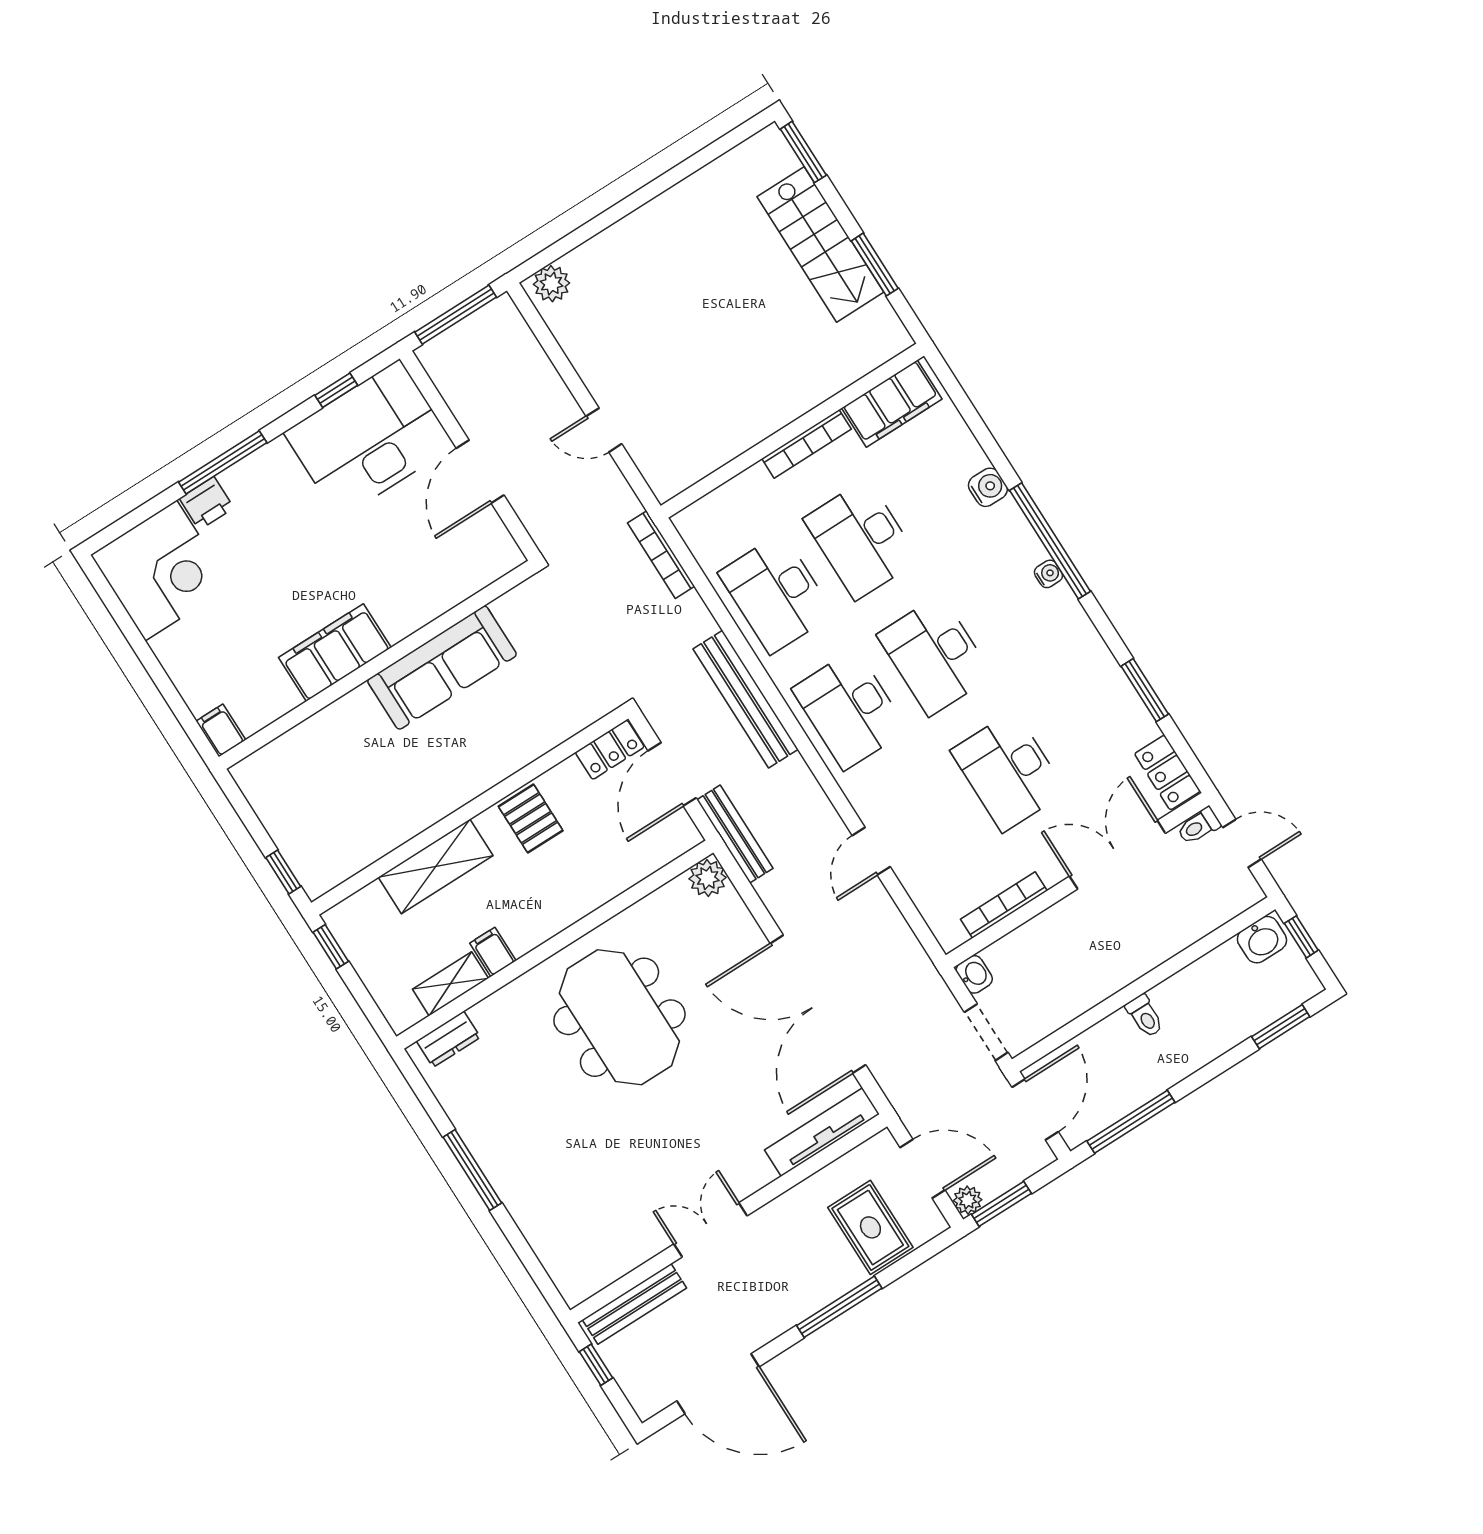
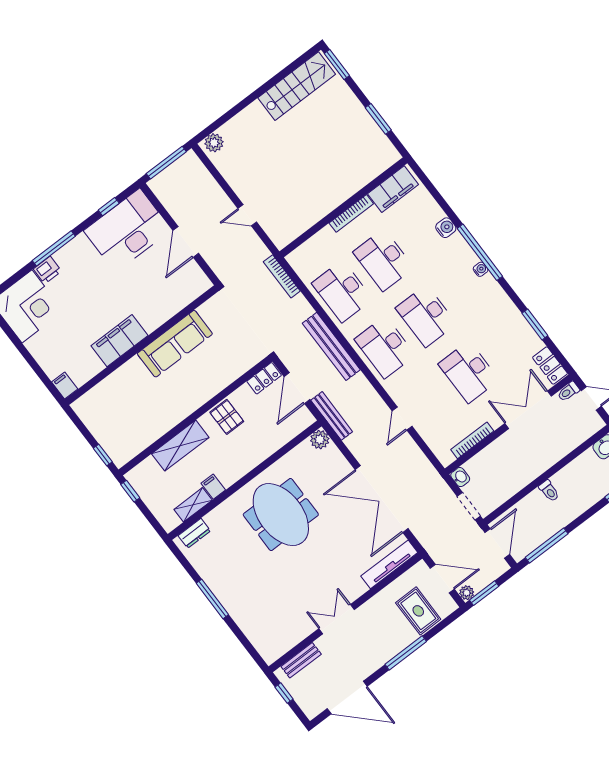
stairs: (820, 244) -> (297, 86), moved, turned -90
bench: (634, 1304) -> (301, 660), width x0.73

